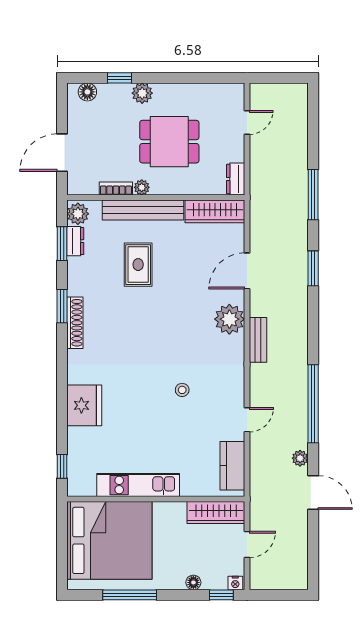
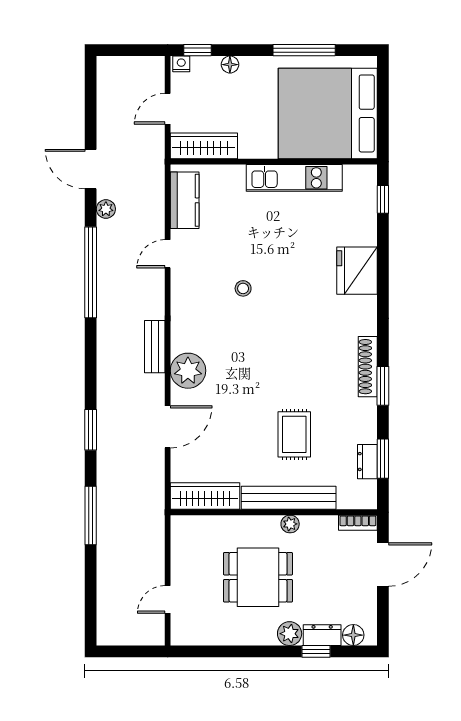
dresser: (236, 179) -> (322, 635), moved, turned -90
bookcase: (116, 189) -> (358, 523), moved
plant: (78, 214) -> (364, 493), removed

